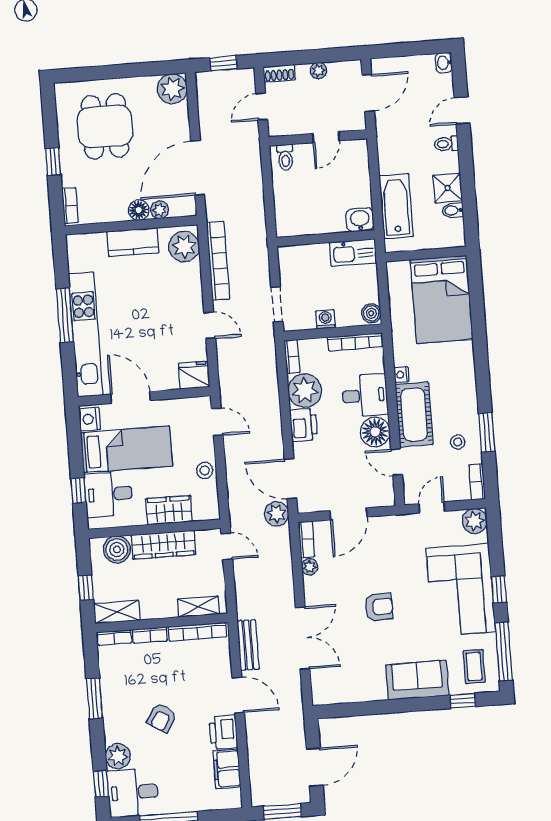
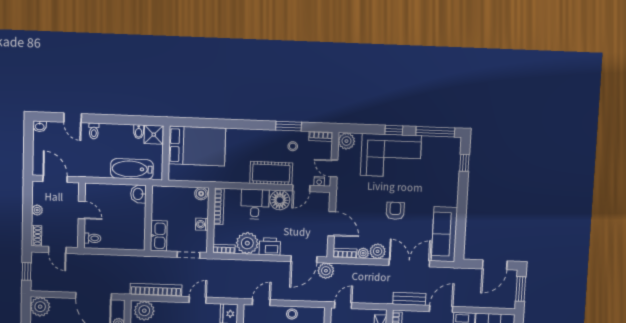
shower: (448, 188) -> (154, 135), moved
kitchen sink: (353, 253) -> (159, 236), moved
nightstand: (401, 375) -> (319, 181), moved
plant: (315, 588) -> (378, 251), added
coffee table: (474, 666) -> (443, 152), removed
sofa: (417, 680) -> (444, 234), moved, width x1.36
door: (315, 767) -> (495, 265), swing flipped

